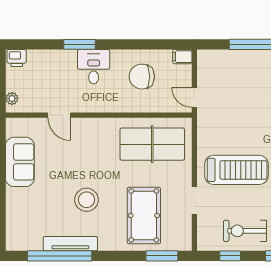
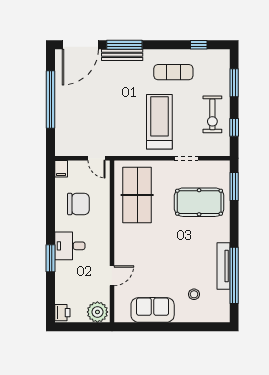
chair: (142, 77) -> (78, 204), turned -90
door: (194, 97) -> (97, 158), hinge flipped
plant: (12, 98) -> (97, 312), width x1.88, depth x1.88
stool: (86, 200) -> (194, 294), moved, width x0.53, depth x0.53

